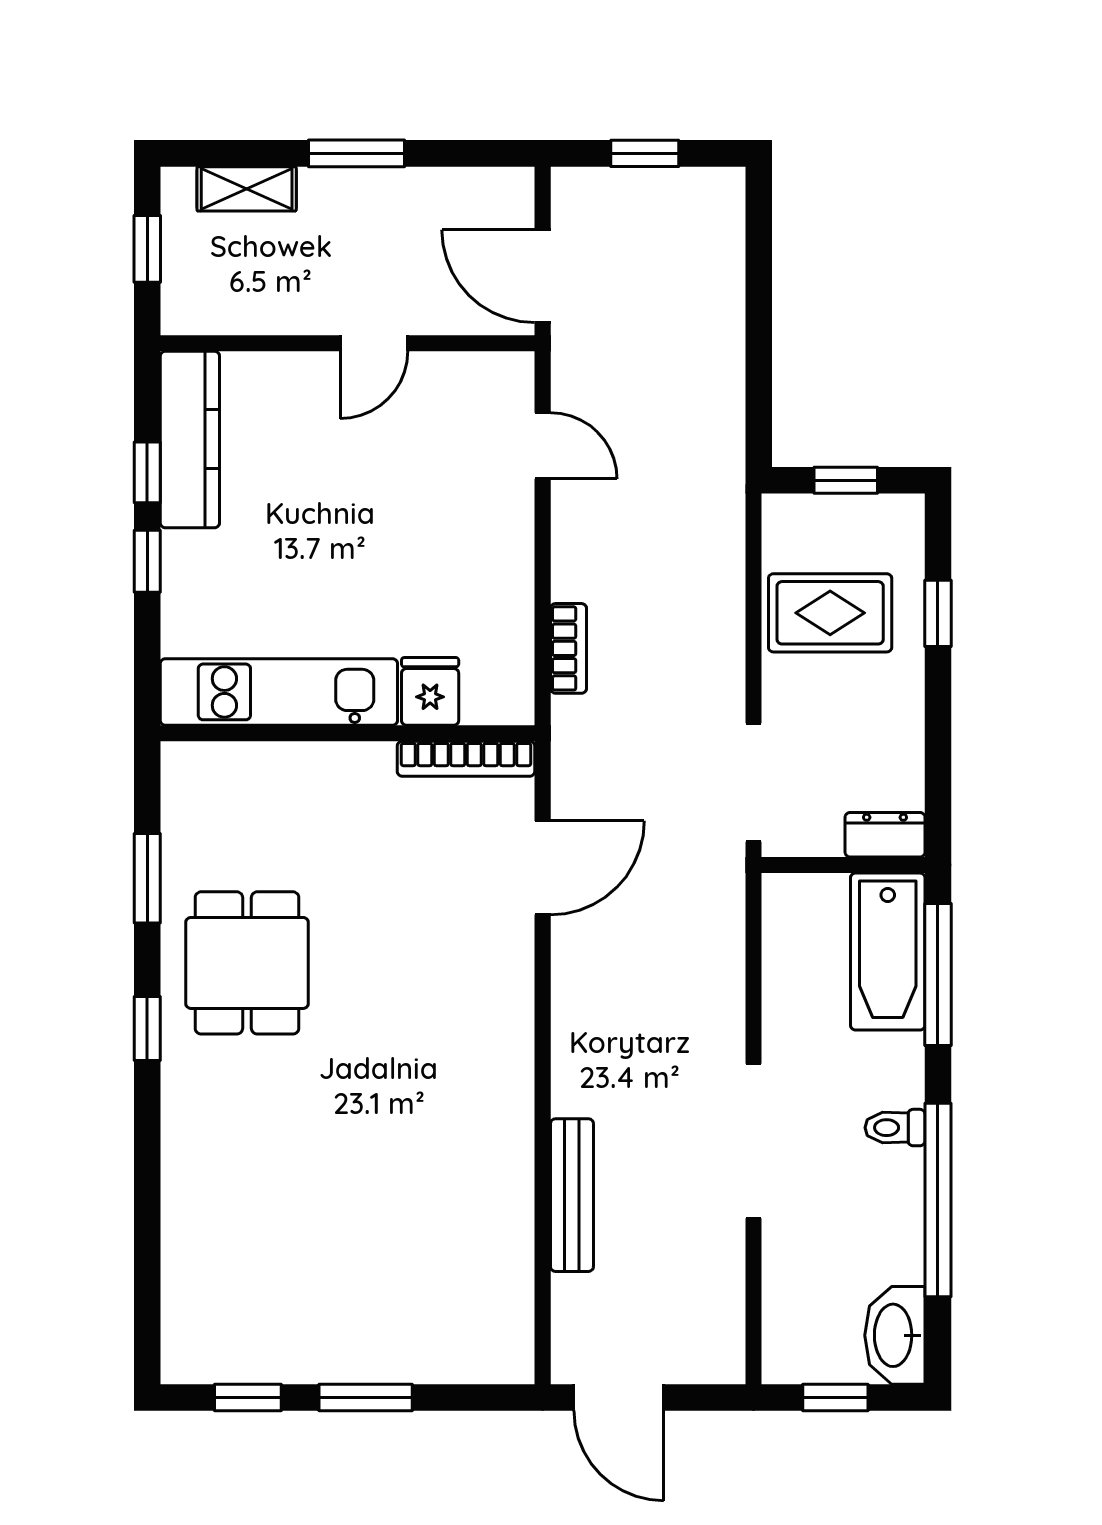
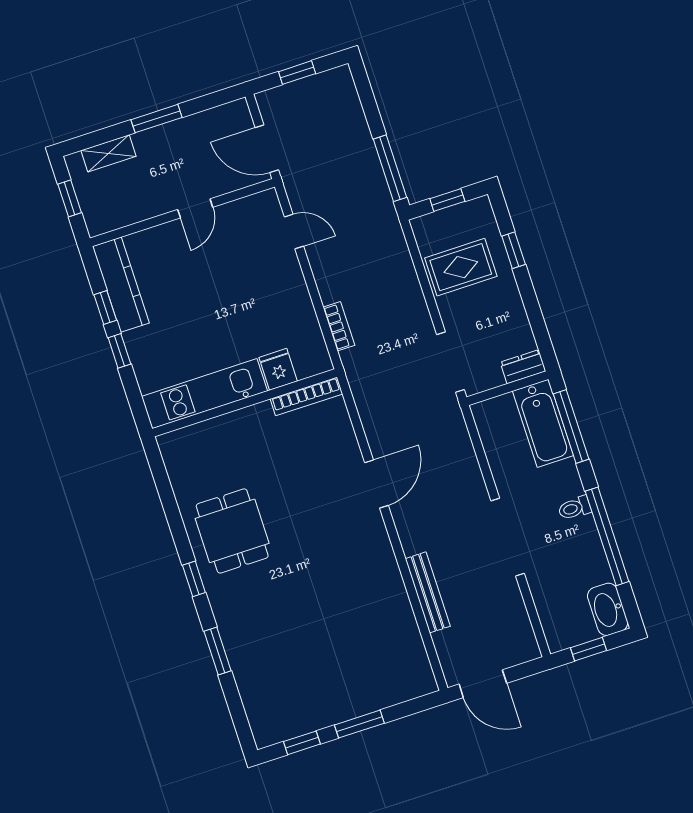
window: (759, 387) -> (390, 168), added
door: (543, 868) -> (376, 484), moved
window: (147, 878) -> (218, 651), moved

